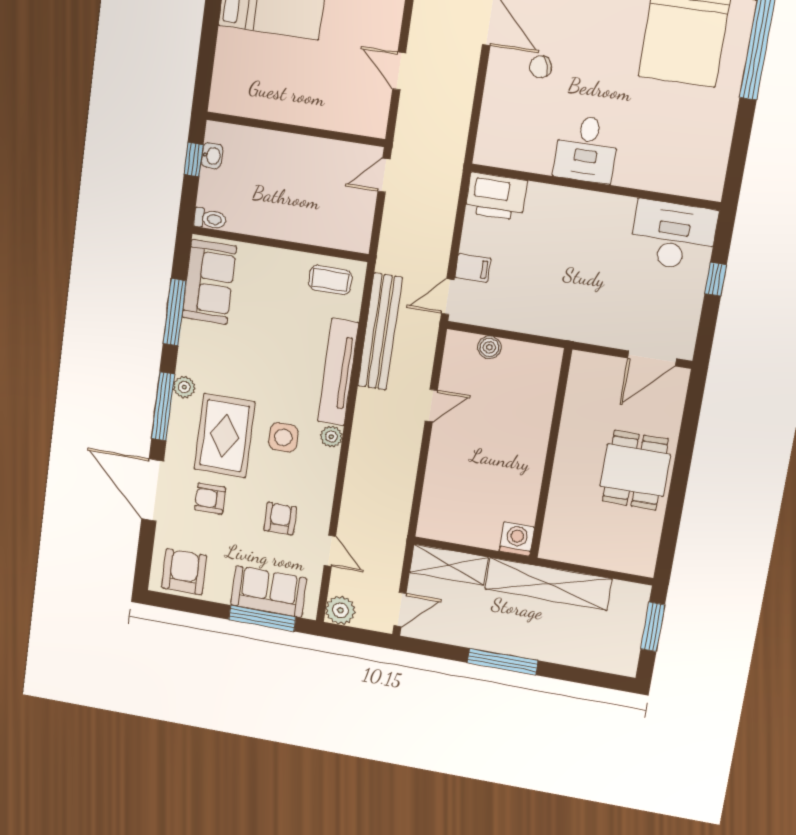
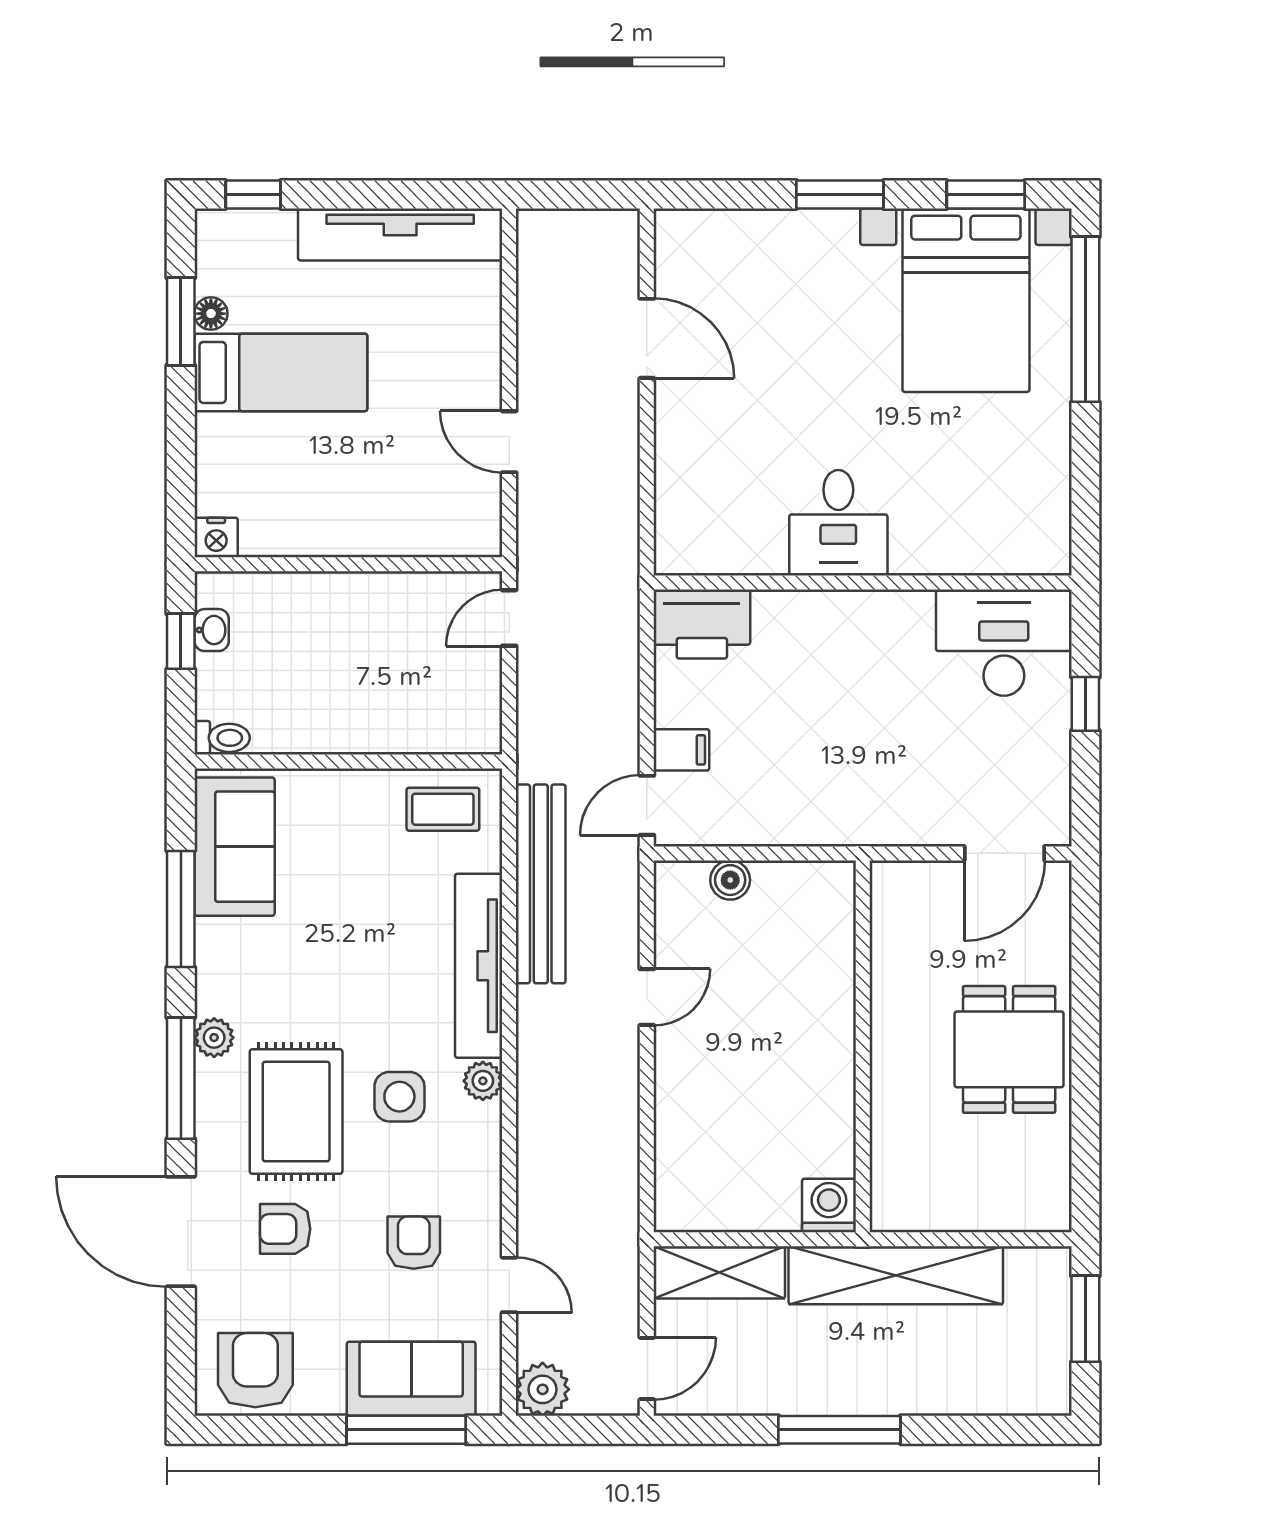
chair: (541, 67) -> (742, 400), removed
nightstand: (221, 102) -> (216, 537), added

